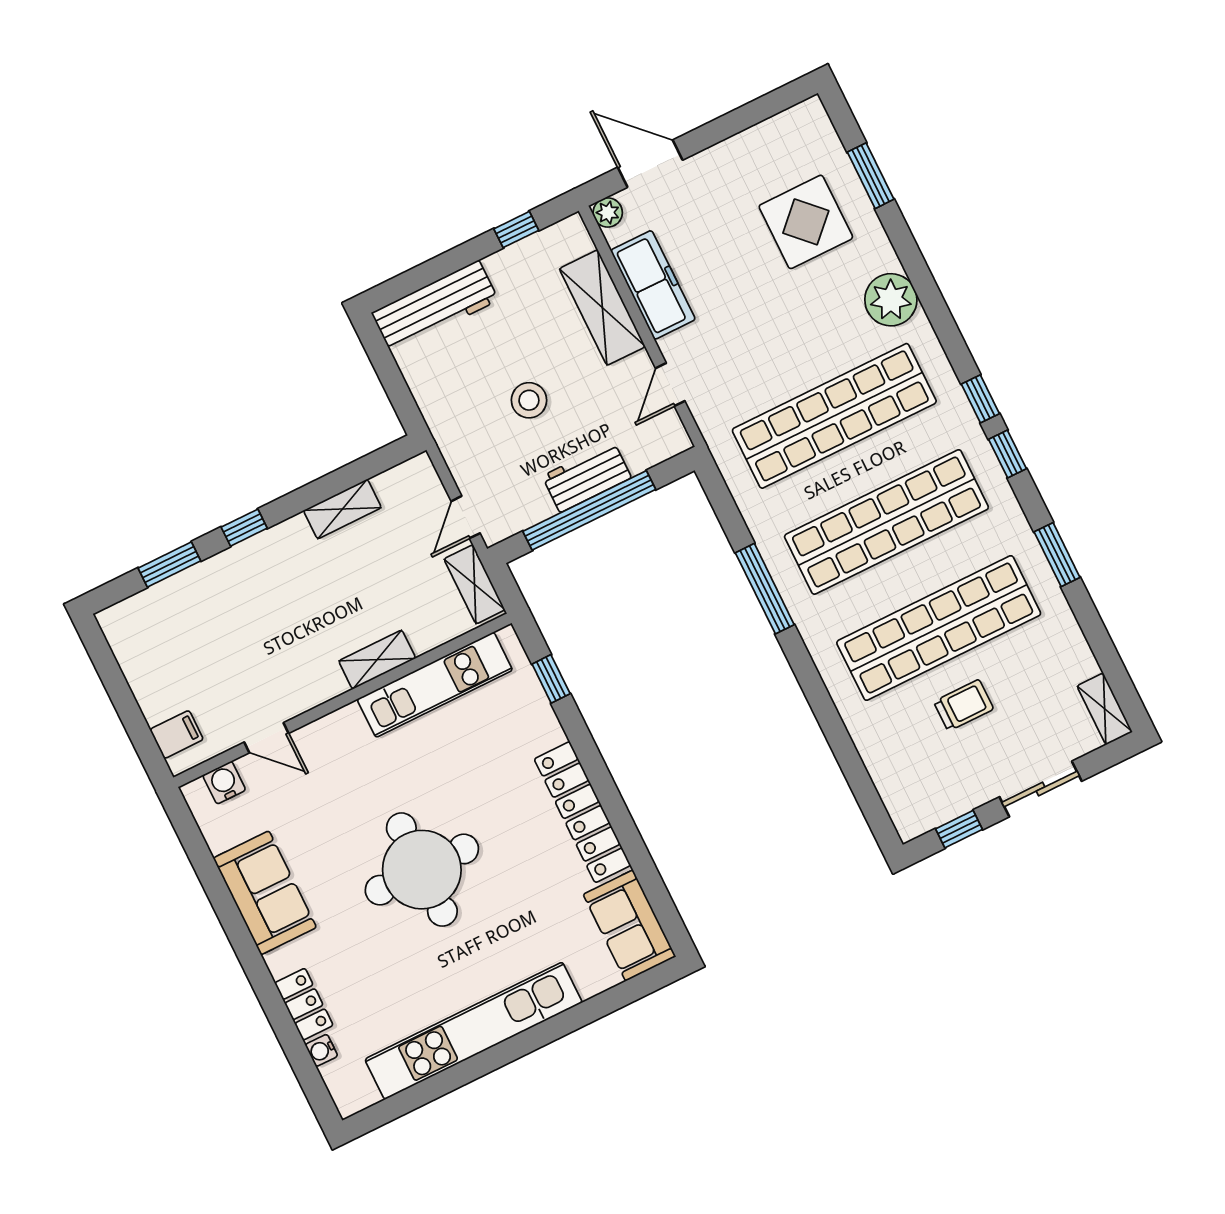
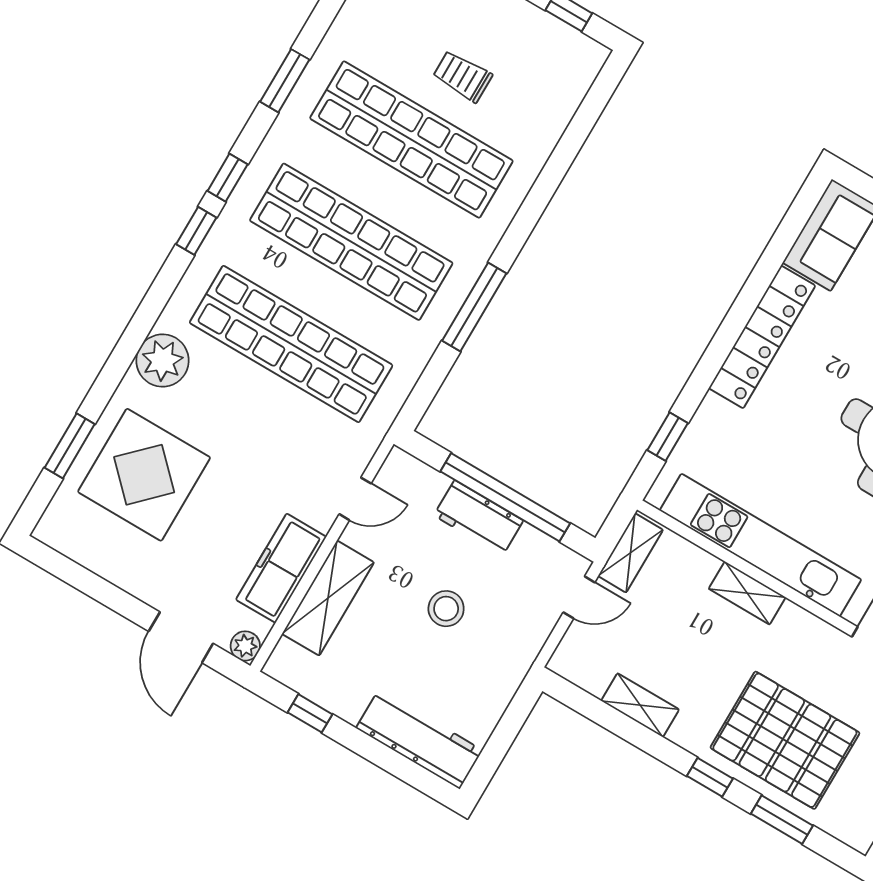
display table: (806, 222) -> (144, 475), width x1.36, depth x1.36
pallet: (234, 610) -> (785, 740), added
kitchen unit: (435, 685) -> (761, 545), width x1.36

